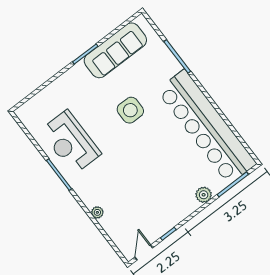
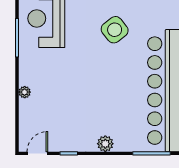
side table: (130, 110) -> (115, 30), turned -38
plant: (204, 195) -> (105, 144), moved

